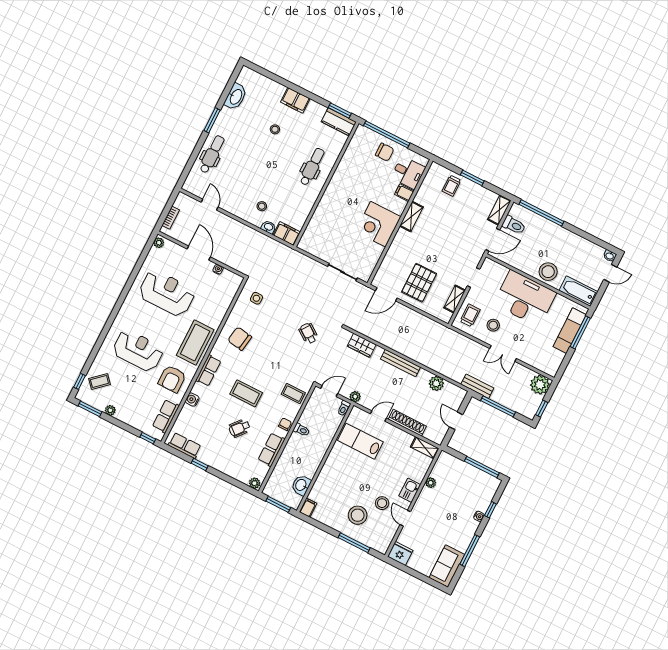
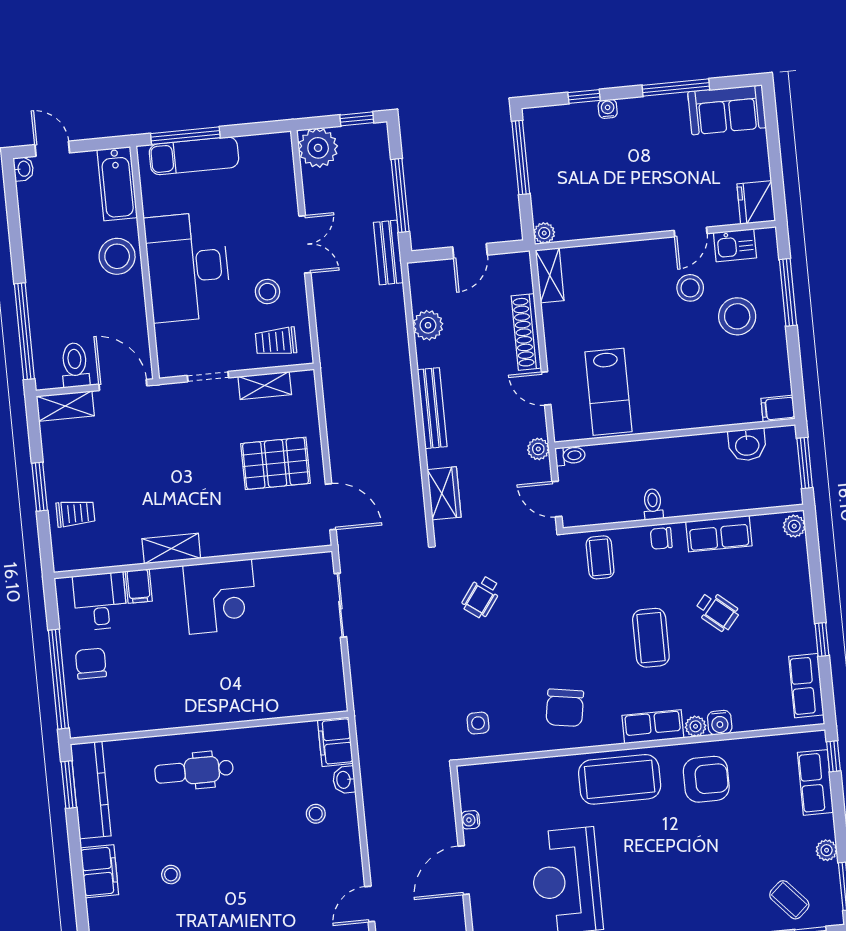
kitchen counter: (339, 122) -> (91, 790), width x1.50
reception desk: (138, 351) -> (695, 868), removed
plant: (197, 388) -> (696, 726), added
row of seats: (166, 416) -> (815, 782), moved, turned 90
plant: (431, 483) -> (544, 233), moved
kitchen sink: (410, 490) -> (735, 245), moved

